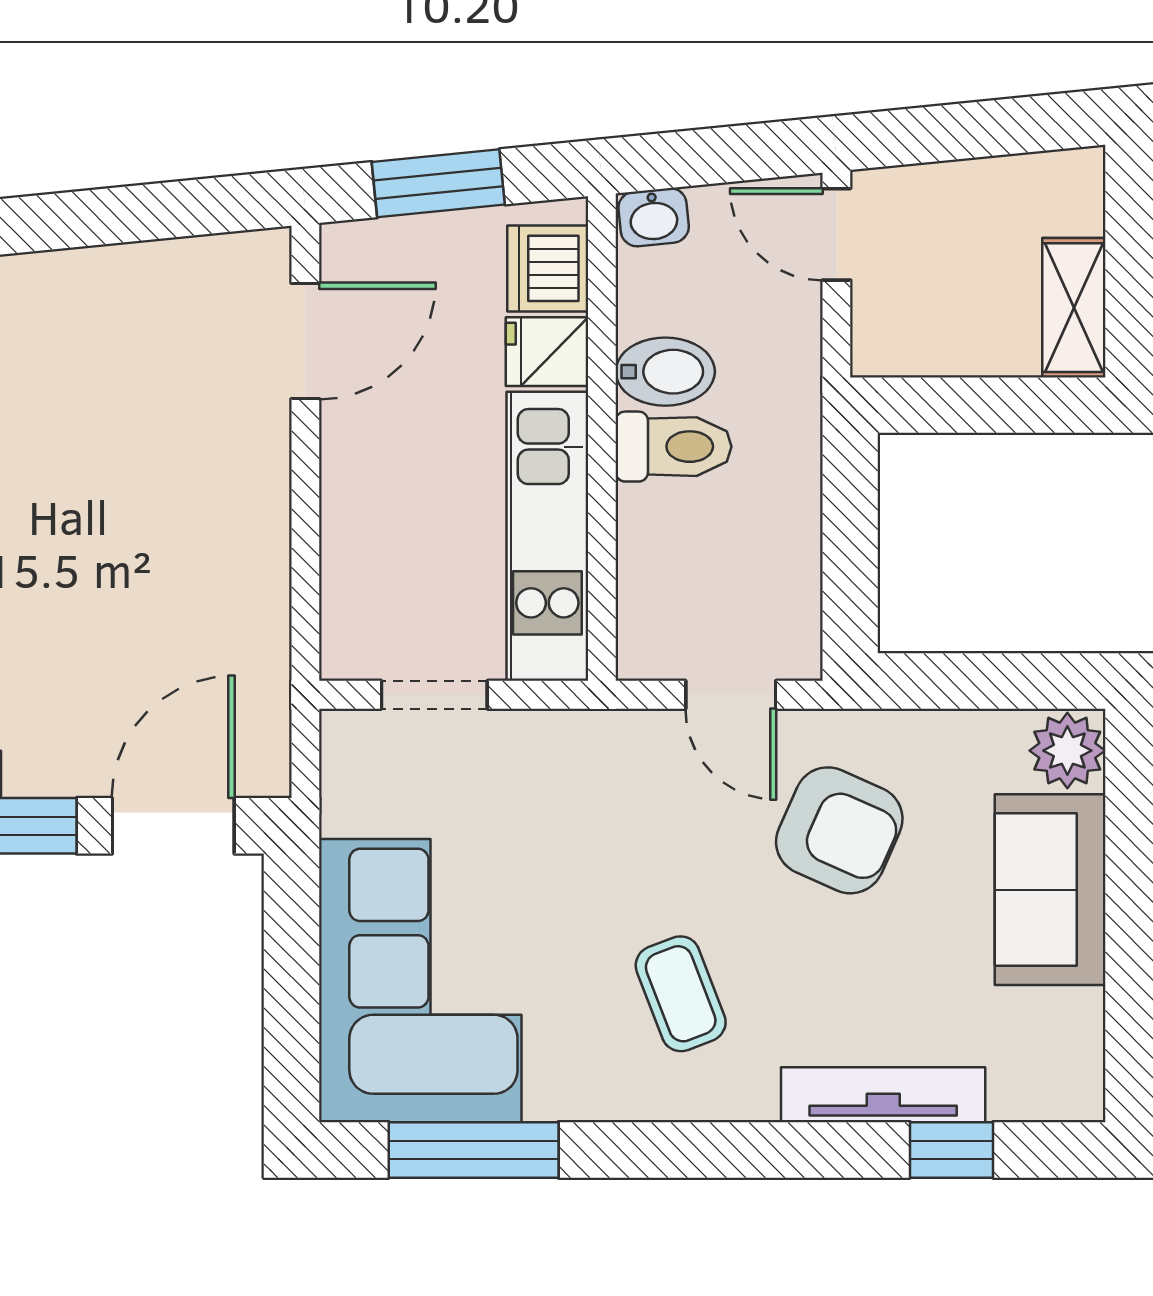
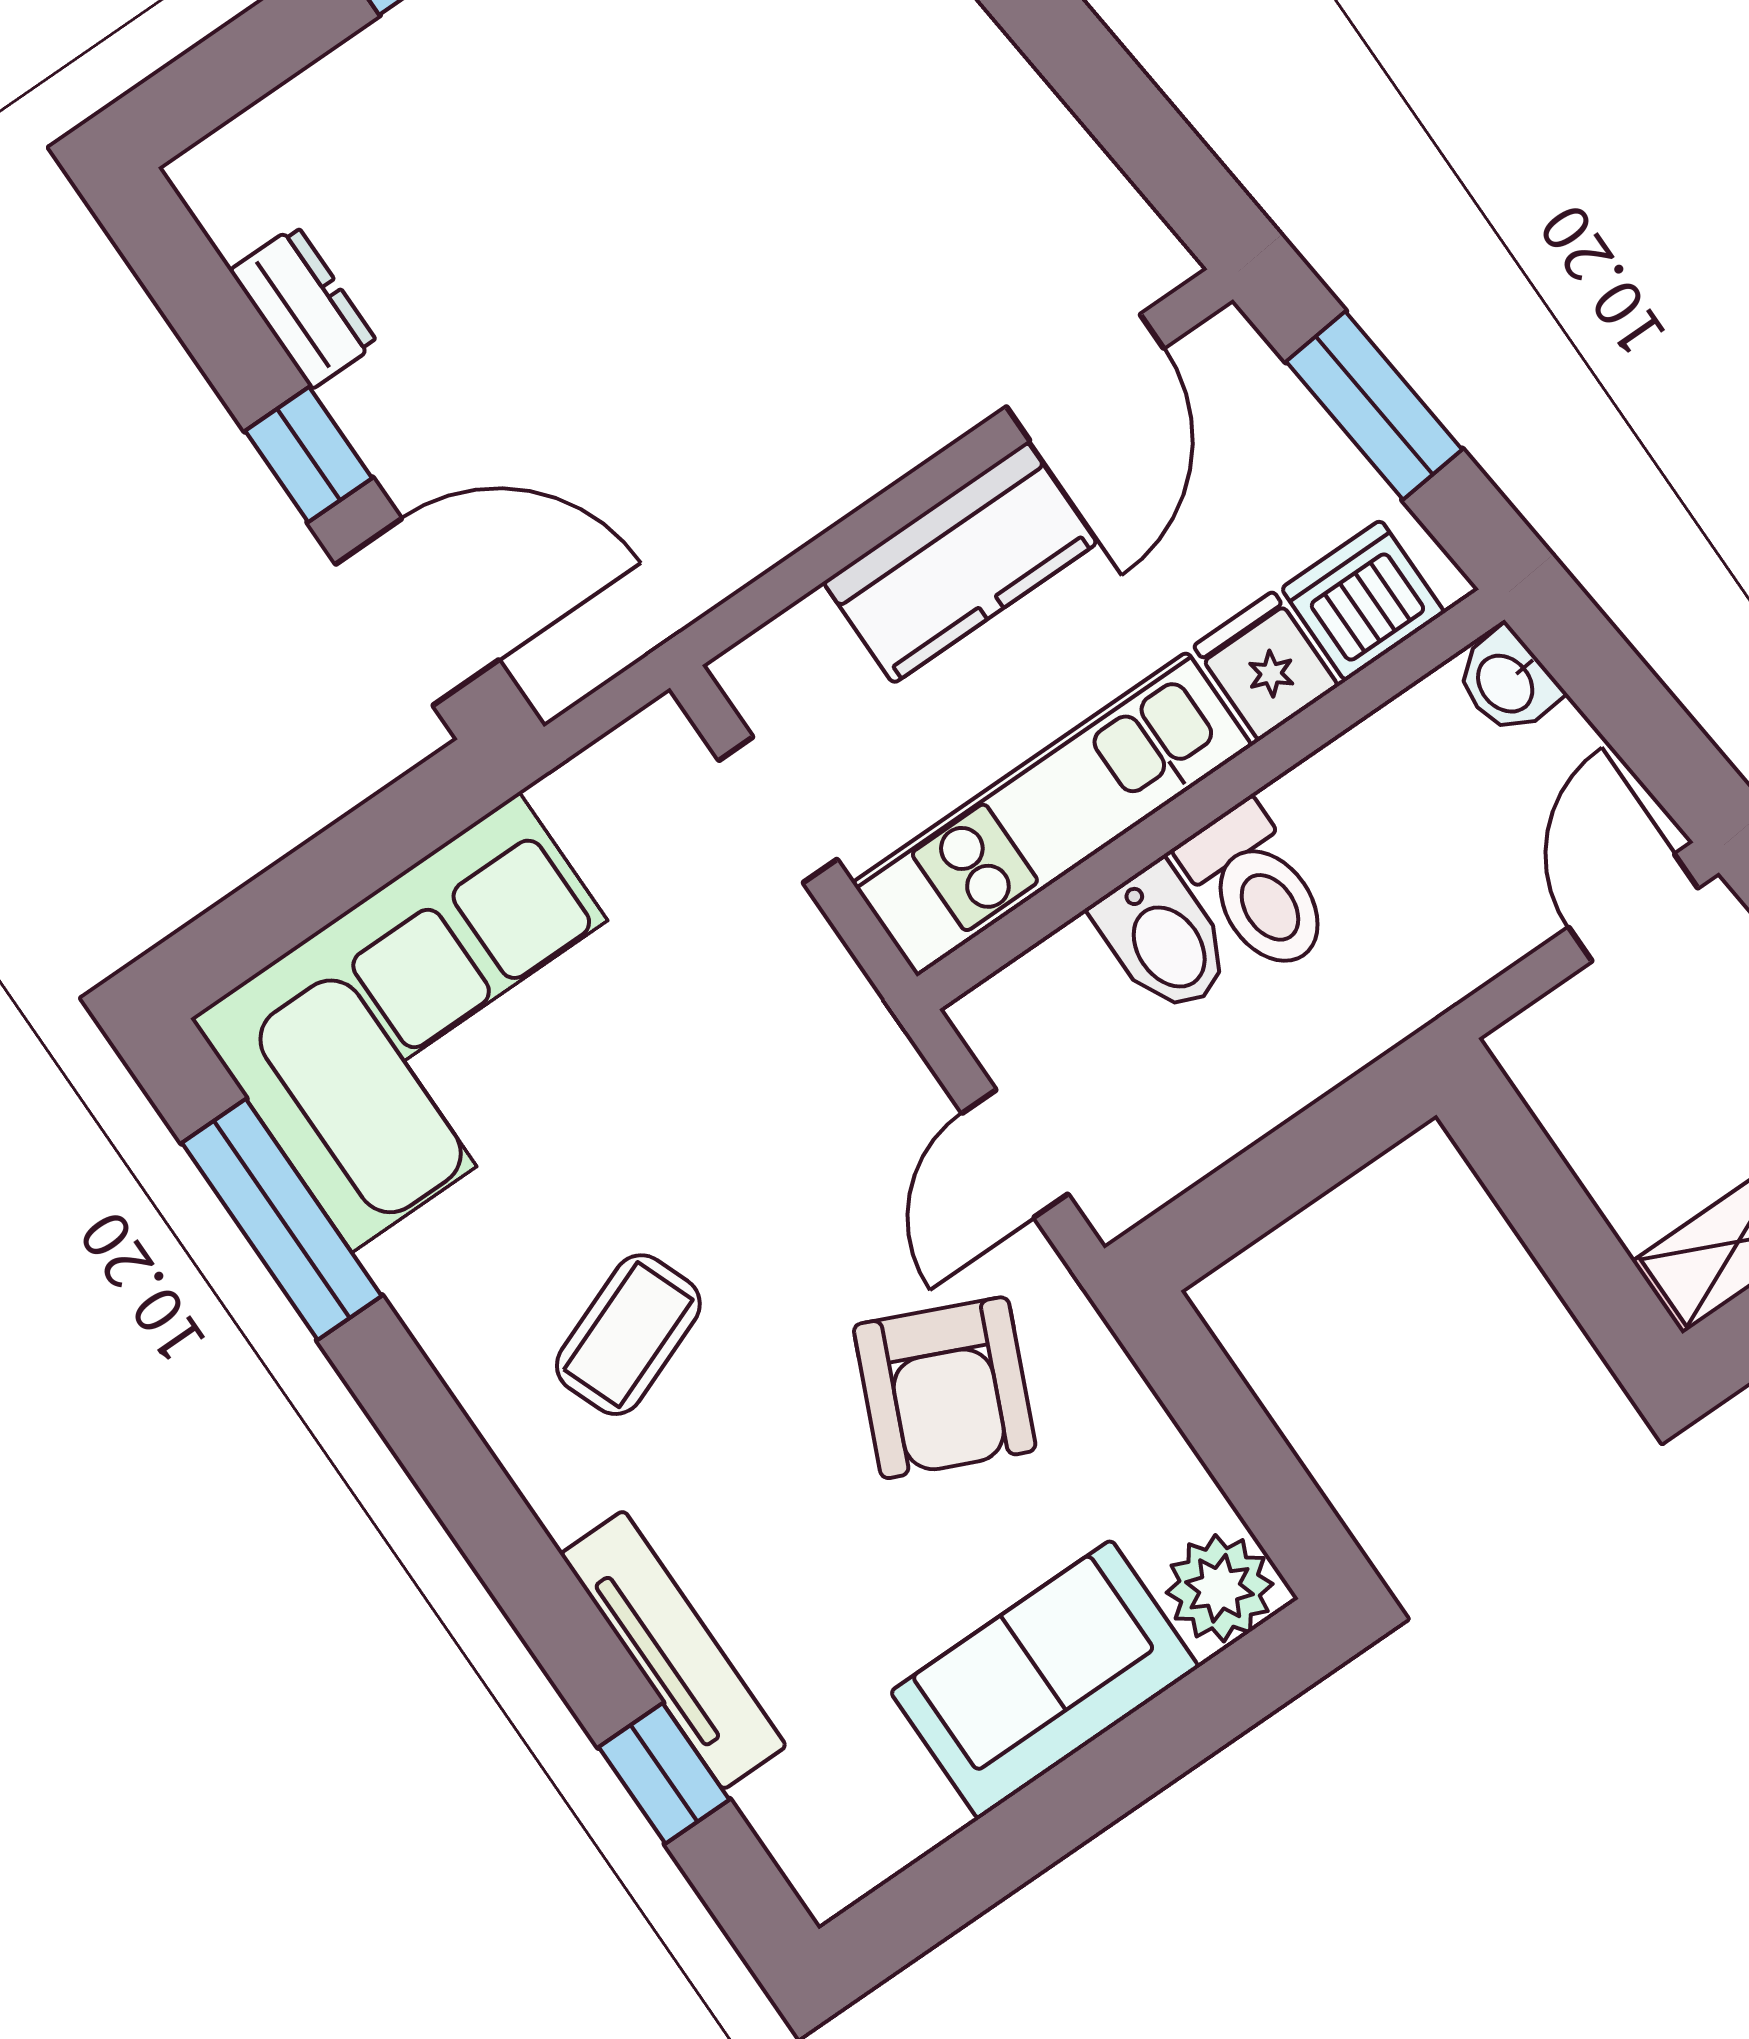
door: (305, 341) -> (1085, 377), hinge flipped
bidet: (665, 372) -> (1164, 939), moved
kitchen counter: (363, 489) -> (960, 563), added

